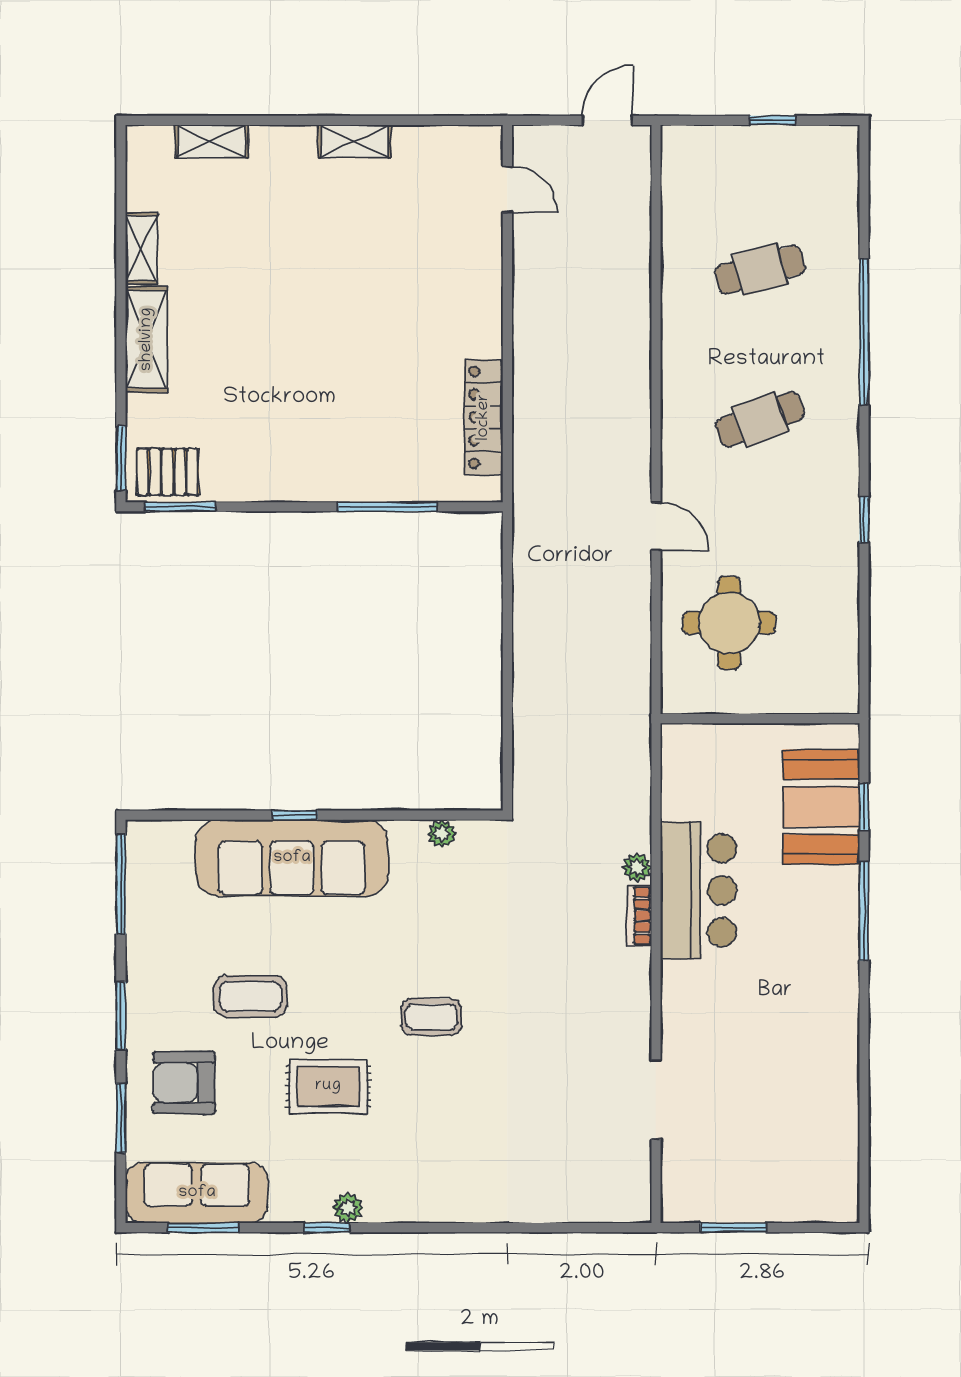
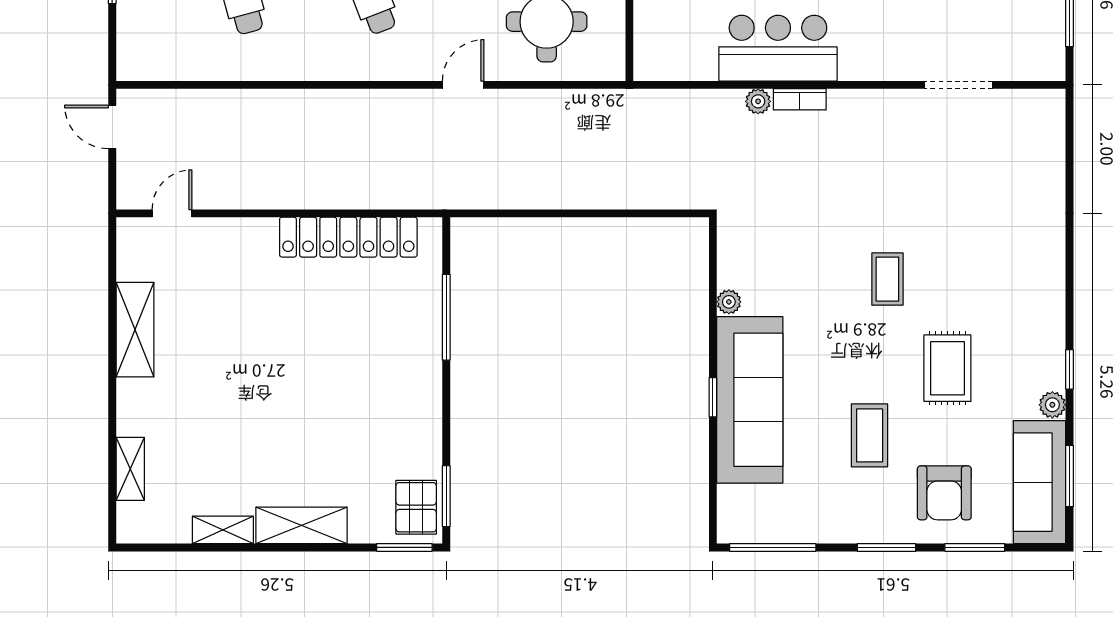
shelving: (355, 141) -> (135, 330), width x1.50, depth x1.33
locker: (484, 417) -> (348, 237), width x1.41, depth x1.21
plant: (442, 834) -> (729, 302), moved
plant: (348, 1208) -> (1052, 405), moved

